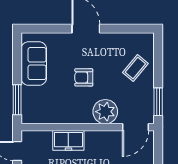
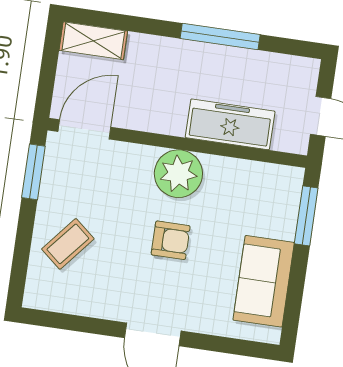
plant: (105, 112) -> (178, 174), moved
freezer: (68, 140) -> (230, 124), width x1.40

